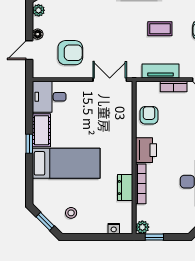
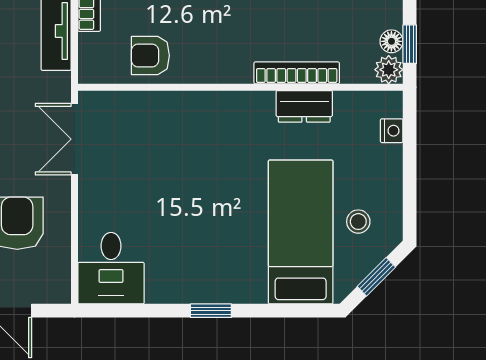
cot: (41, 130) -> (182, 285), removed
printer: (146, 150) -> (225, 62), removed
bed: (66, 163) -> (301, 232), moved
floor lamp: (156, 228) -> (391, 41), added

